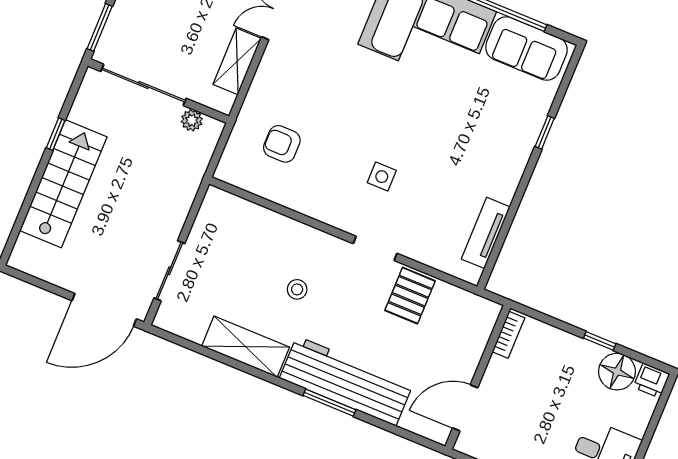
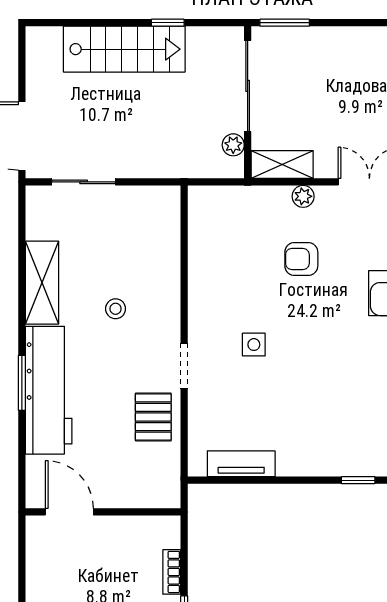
shelving: (237, 61) -> (282, 165), moved
plant: (265, 76) -> (303, 196), added
armchair: (282, 144) -> (301, 259), moved, turned -90
pallet: (410, 296) -> (153, 417), turned 90
bookcase: (508, 335) -> (172, 572), moved, turned 90

